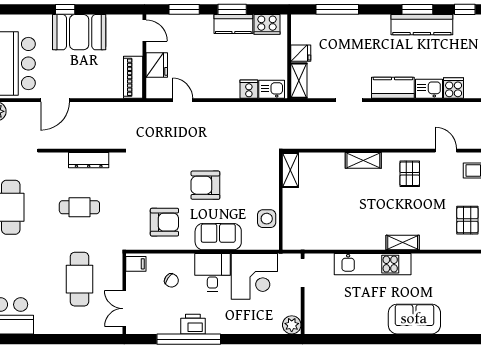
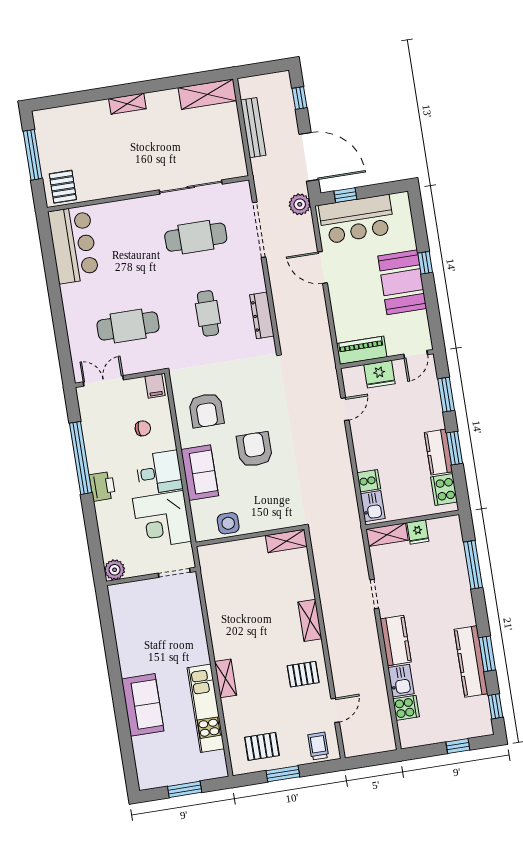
kitchen unit: (373, 264) -> (206, 708), moved
chair: (171, 280) -> (143, 428), turned -124
printer: (193, 324) -> (102, 486), moved

